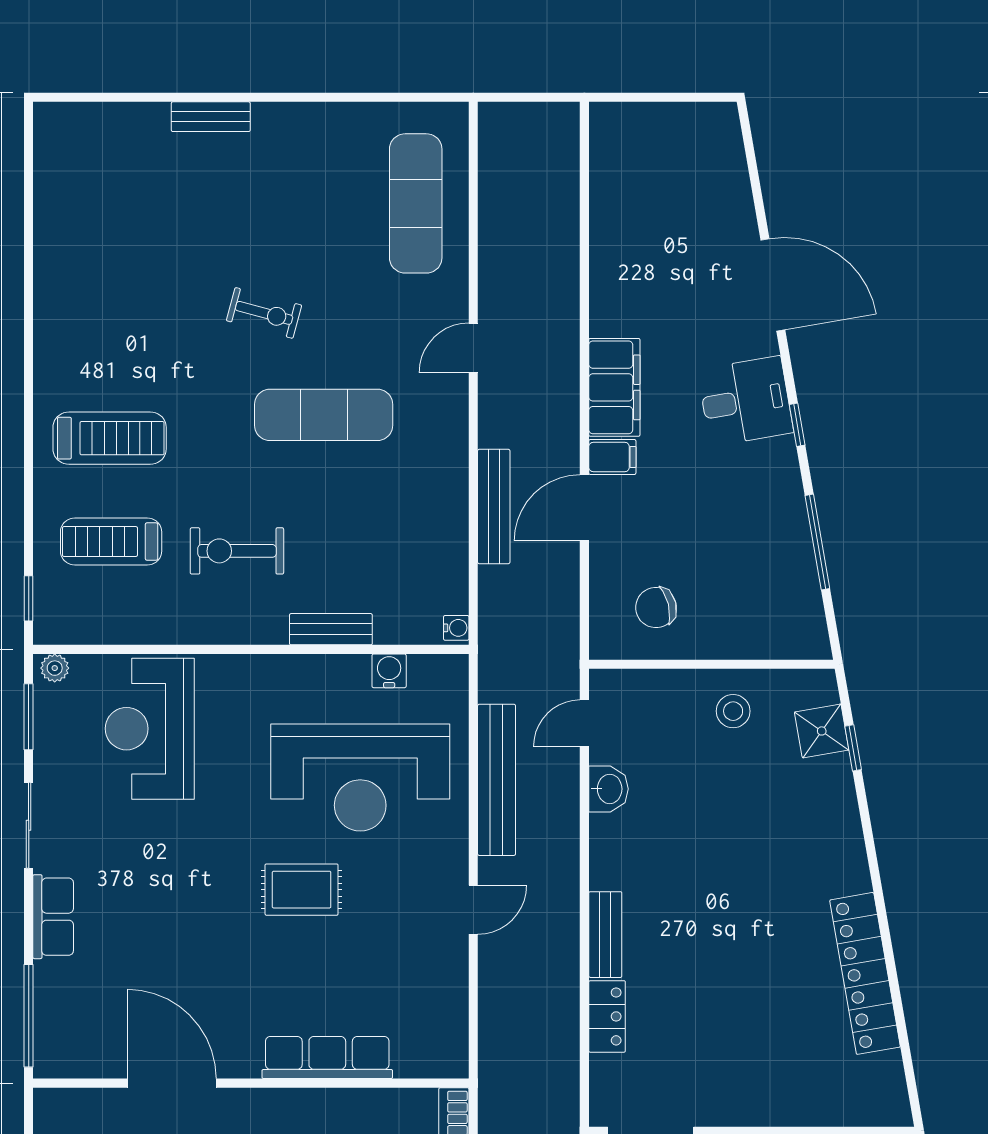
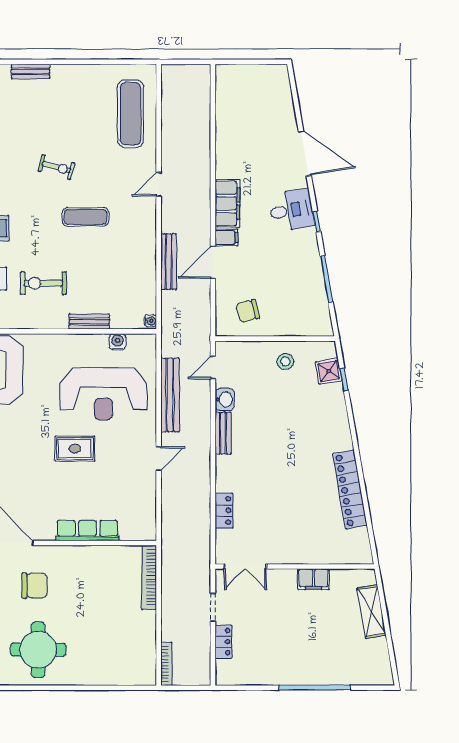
exercise mat: (324, 415) -> (86, 217), width x0.73, depth x0.69
bench: (605, 935) -> (223, 433), moved

